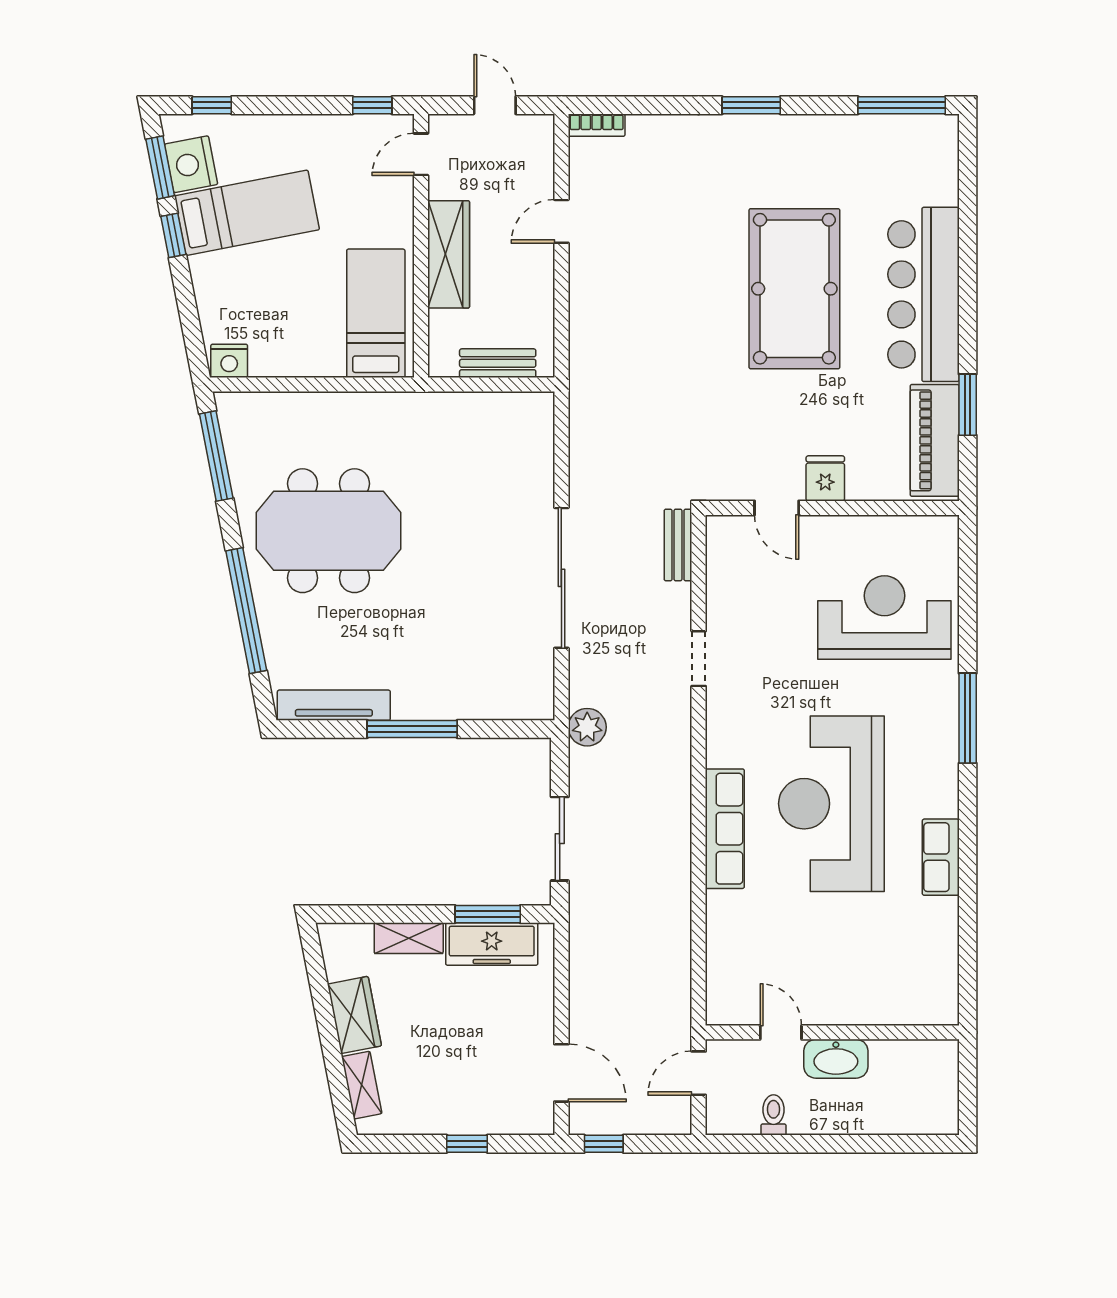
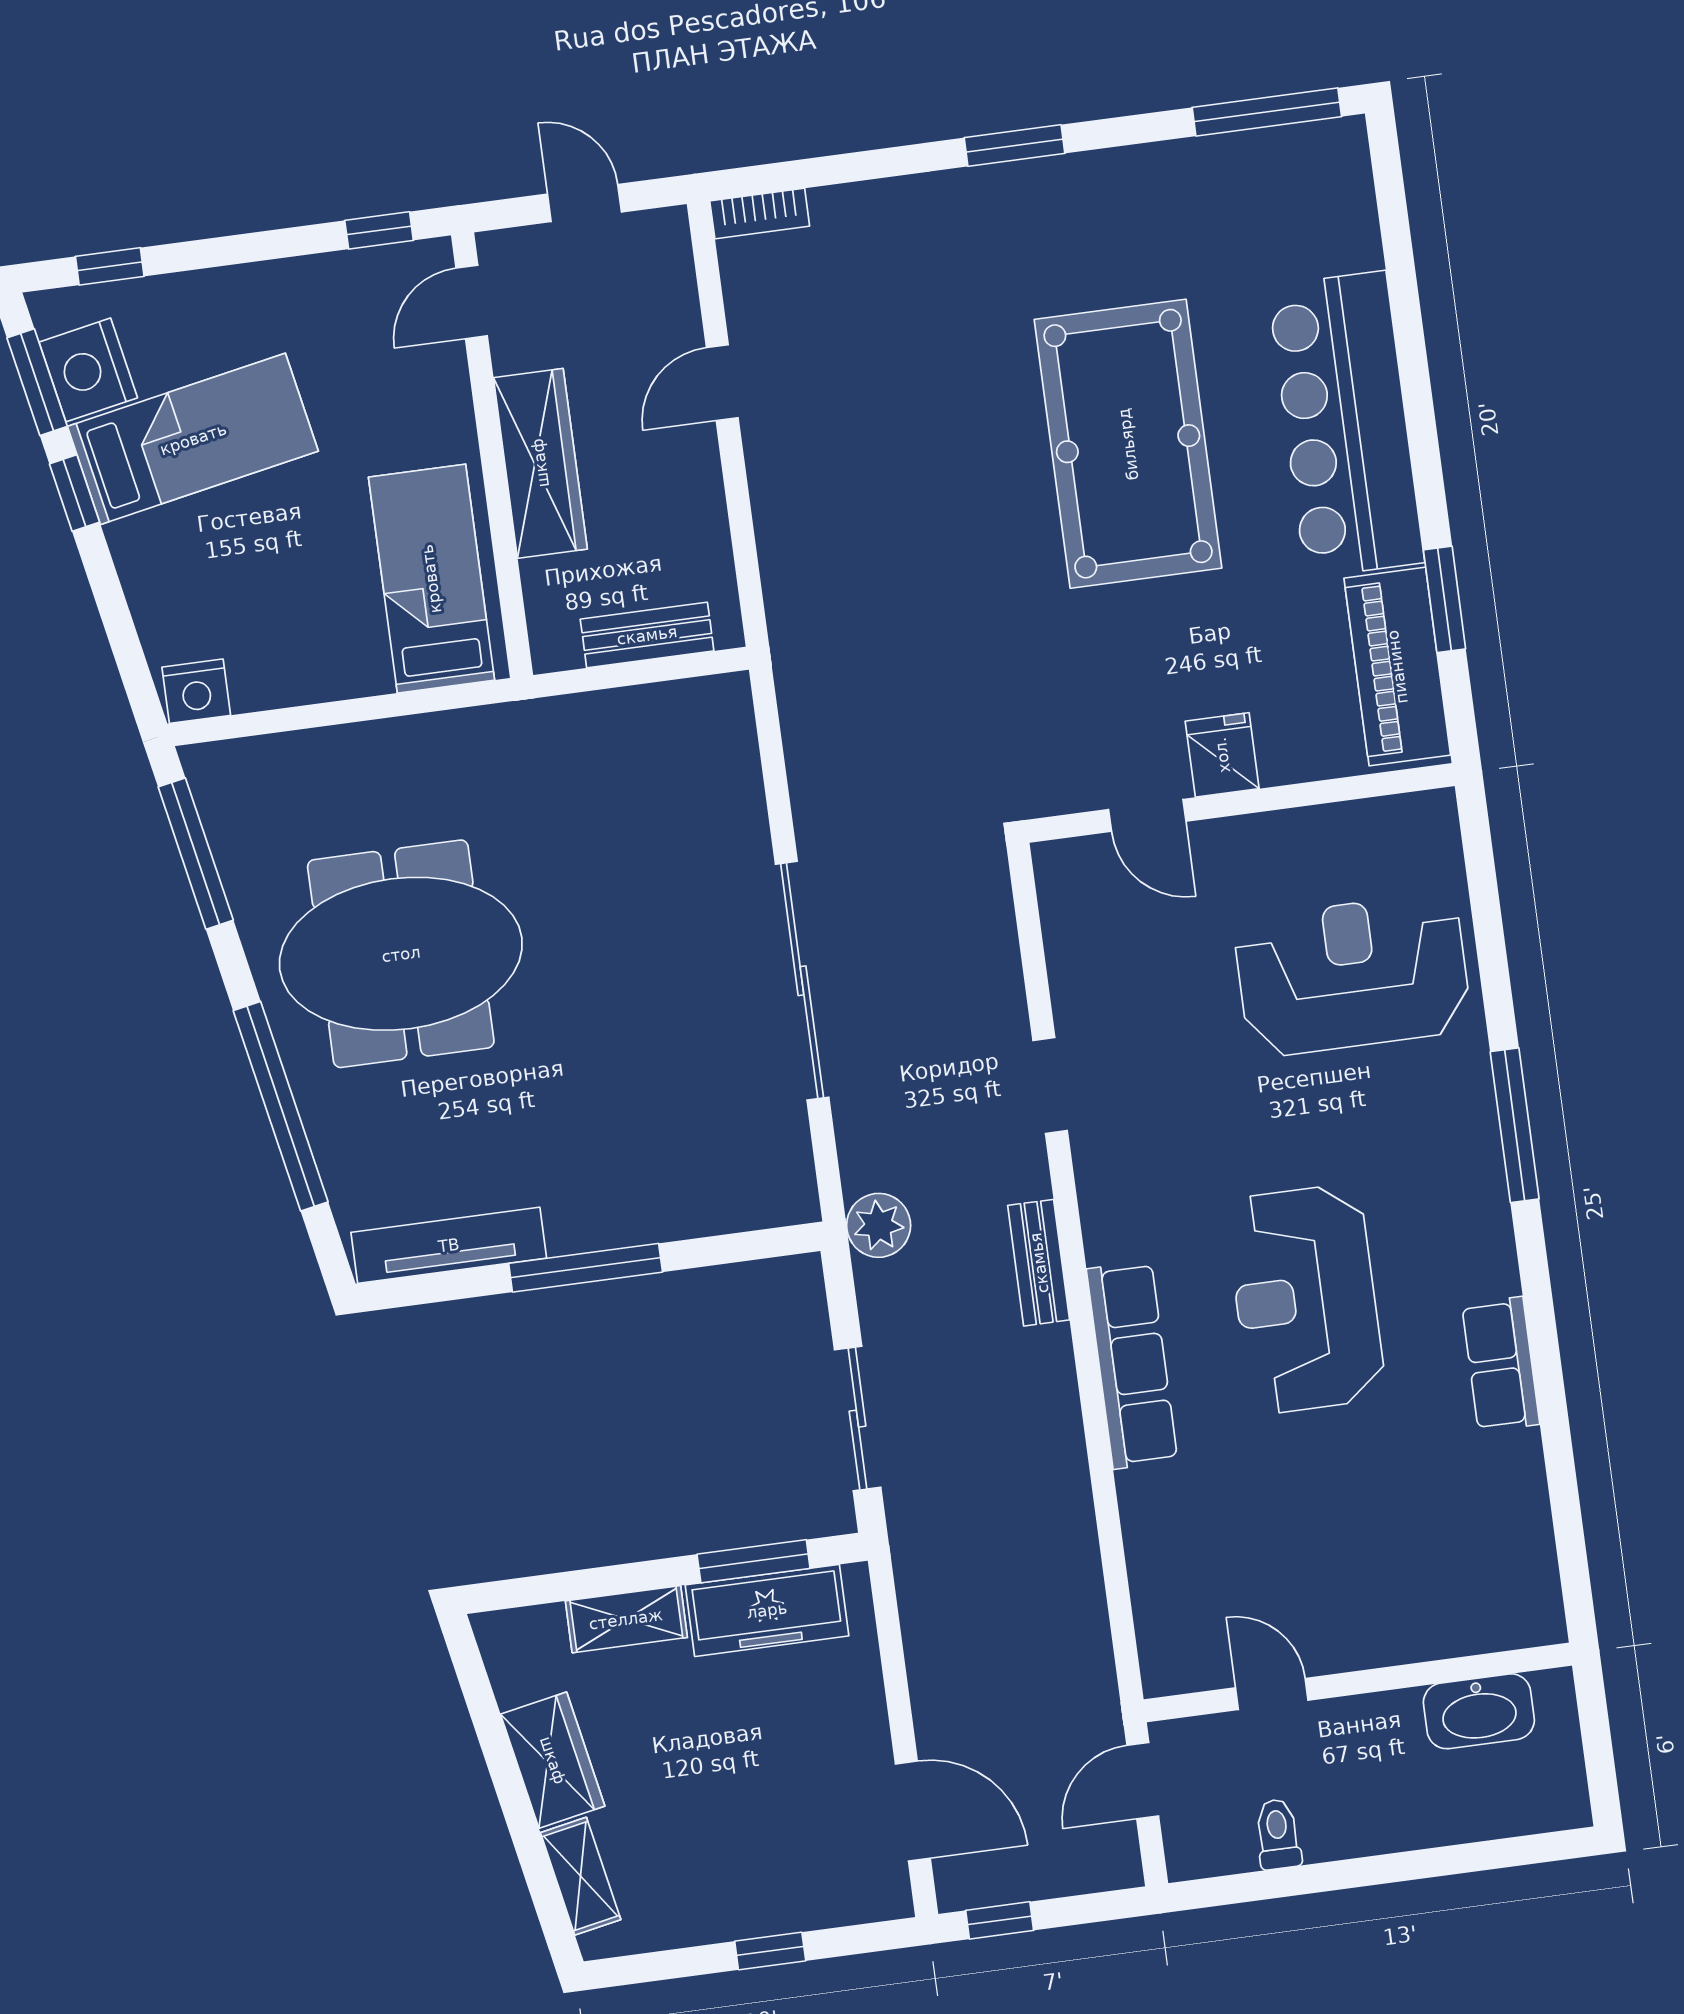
bench: (678, 545) -> (1039, 1263), moved
reception desk: (831, 804) -> (1305, 1299), width x0.74, depth x0.77
washbasin: (836, 1059) -> (1479, 1711), moved

